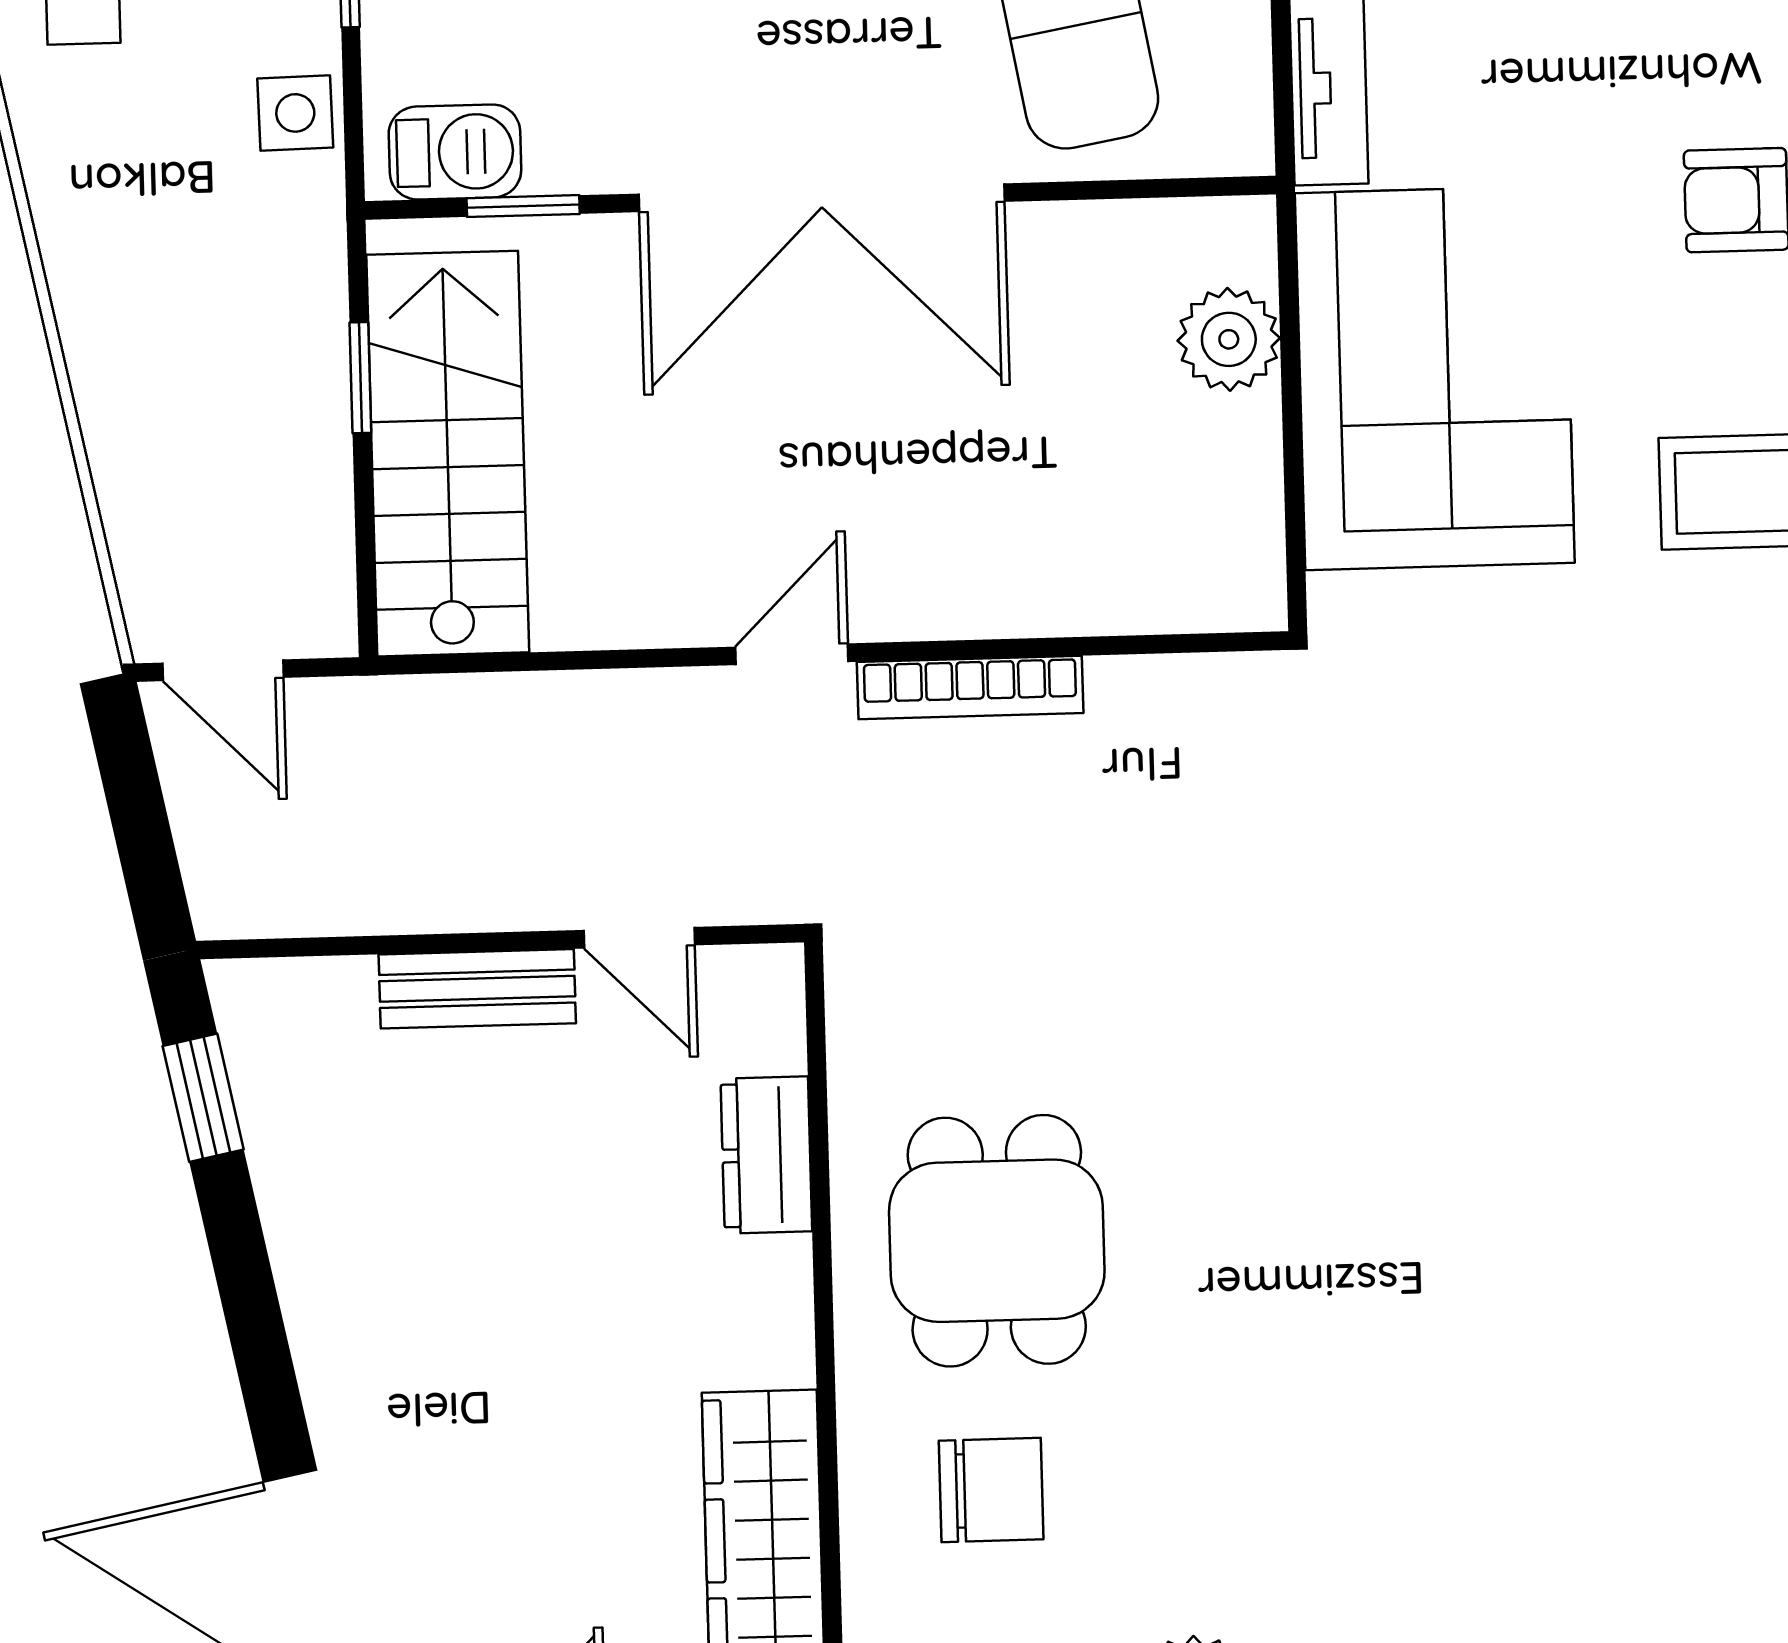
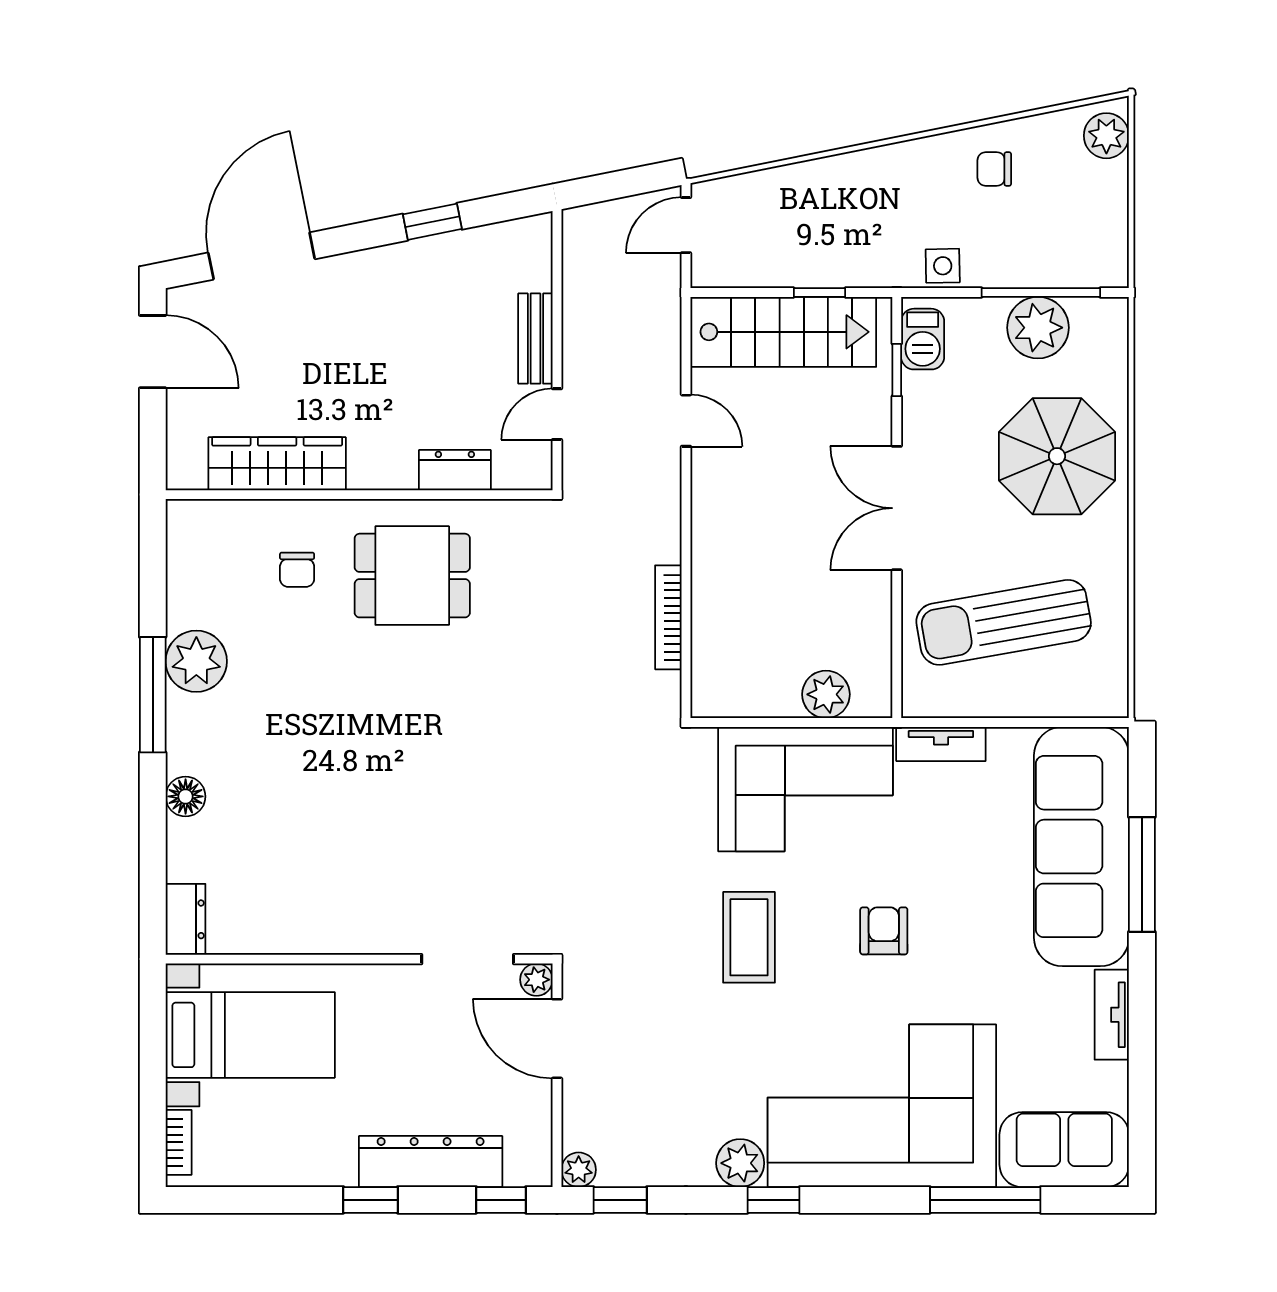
double door: (822, 198) -> (897, 508), width x0.73
door: (792, 654) -> (686, 421), moved
bookcase: (970, 687) -> (668, 617), moved
window: (203, 1098) -> (432, 222), moved
chair: (991, 1490) -> (297, 570), width x0.73, depth x0.73

